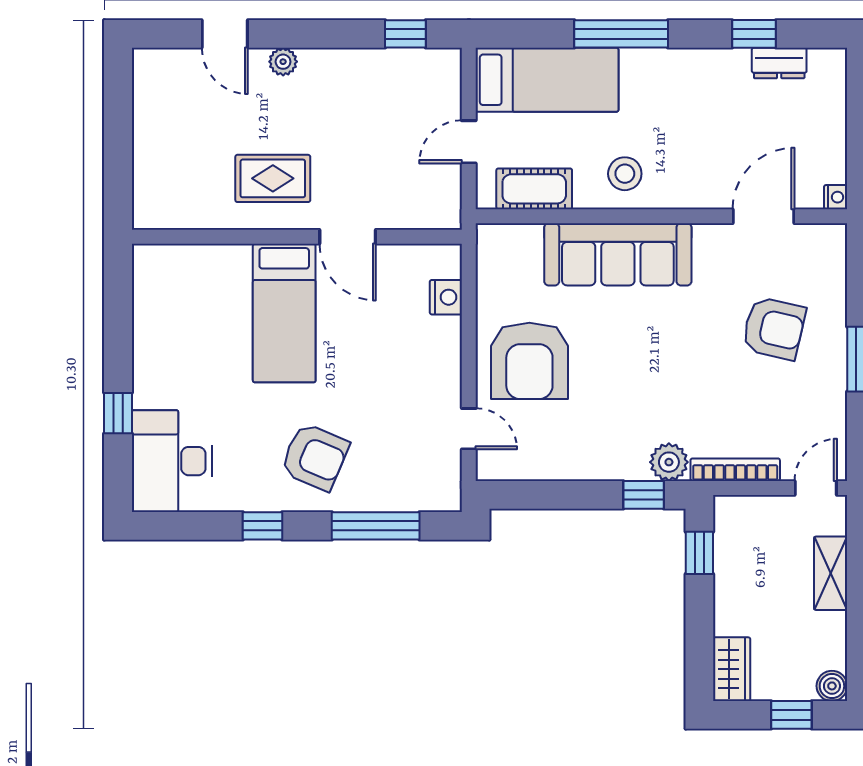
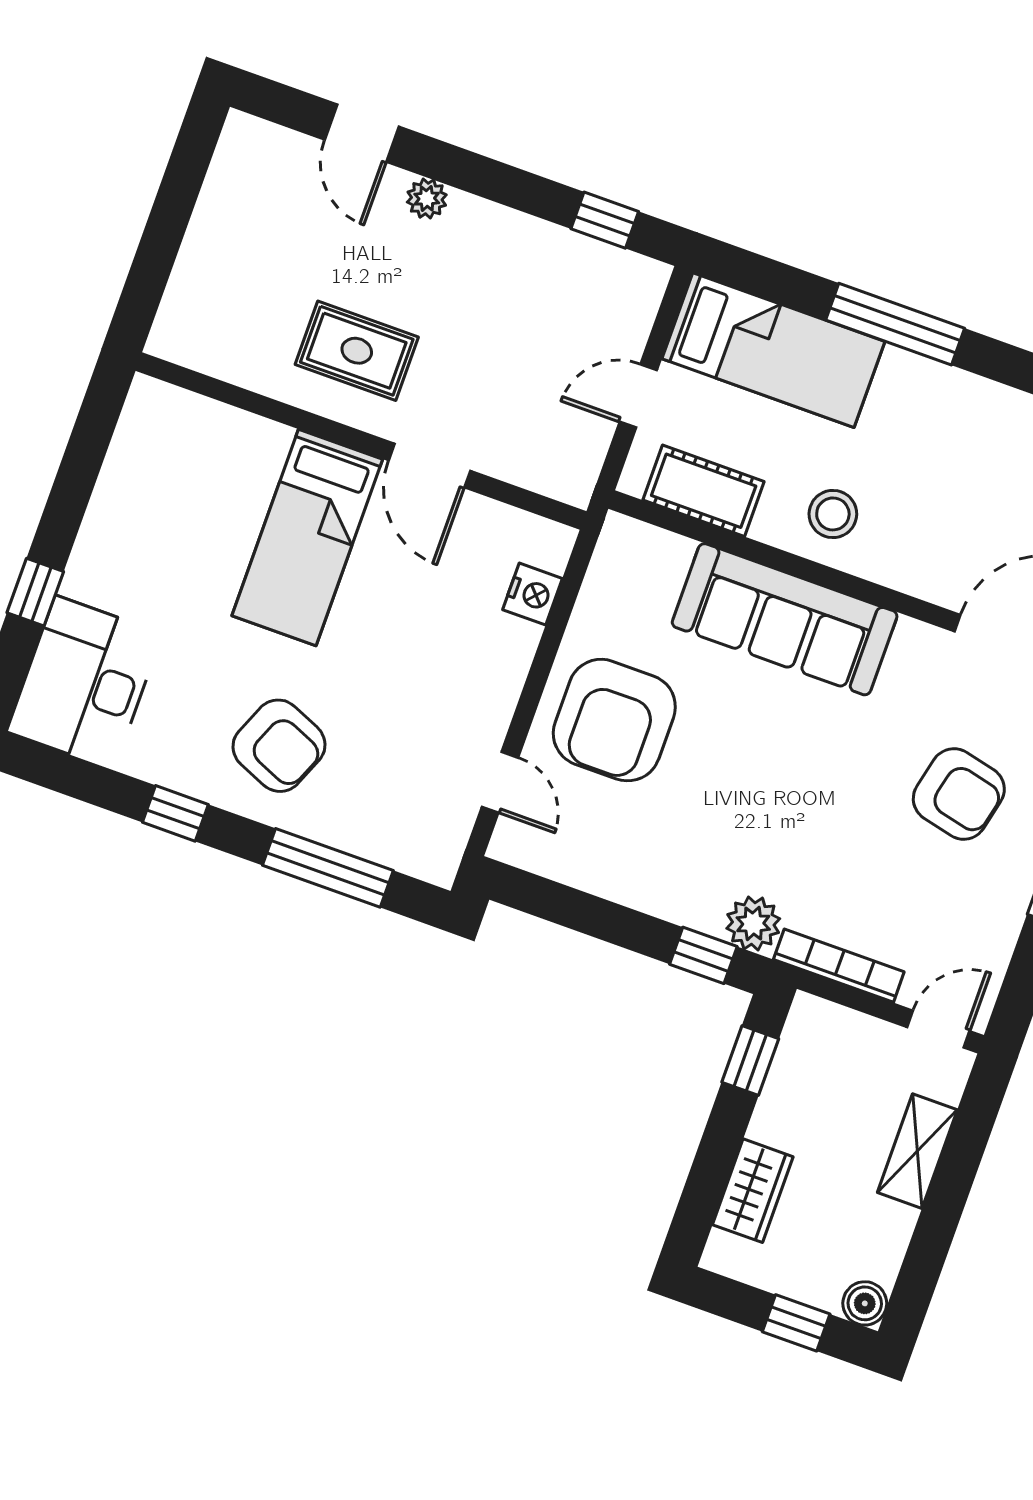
wardrobe: (732, 669) -> (753, 1191), moved

